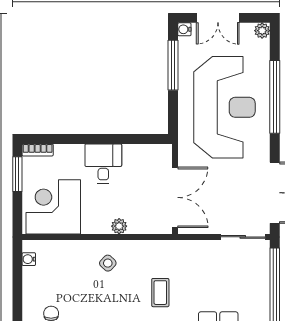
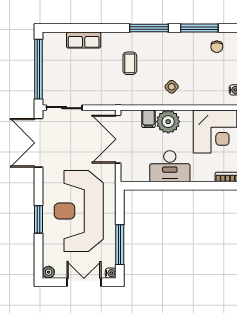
window: (275, 97) -> (39, 219), width x0.47
desk: (103, 163) -> (170, 166), width x1.37
filing cabinet: (137, 223) -> (149, 119), added
plant: (119, 226) -> (168, 122), width x1.88, depth x1.88

